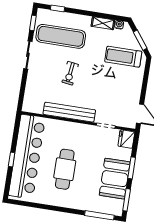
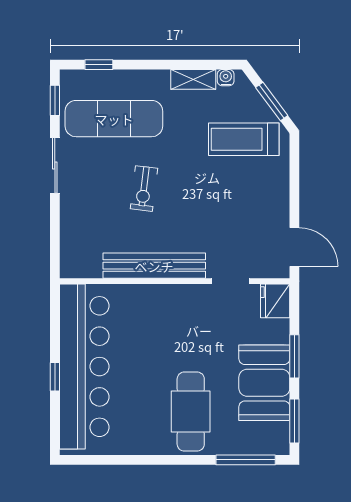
cafe table: (65, 169) -> (191, 412), moved

